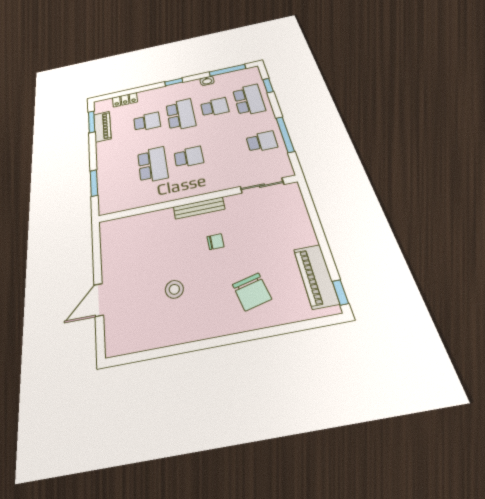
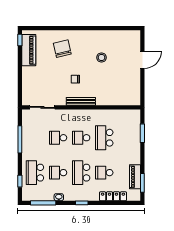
locker: (125, 100) -> (113, 196), width x1.53
school desk: (262, 142) -> (58, 138), moved

